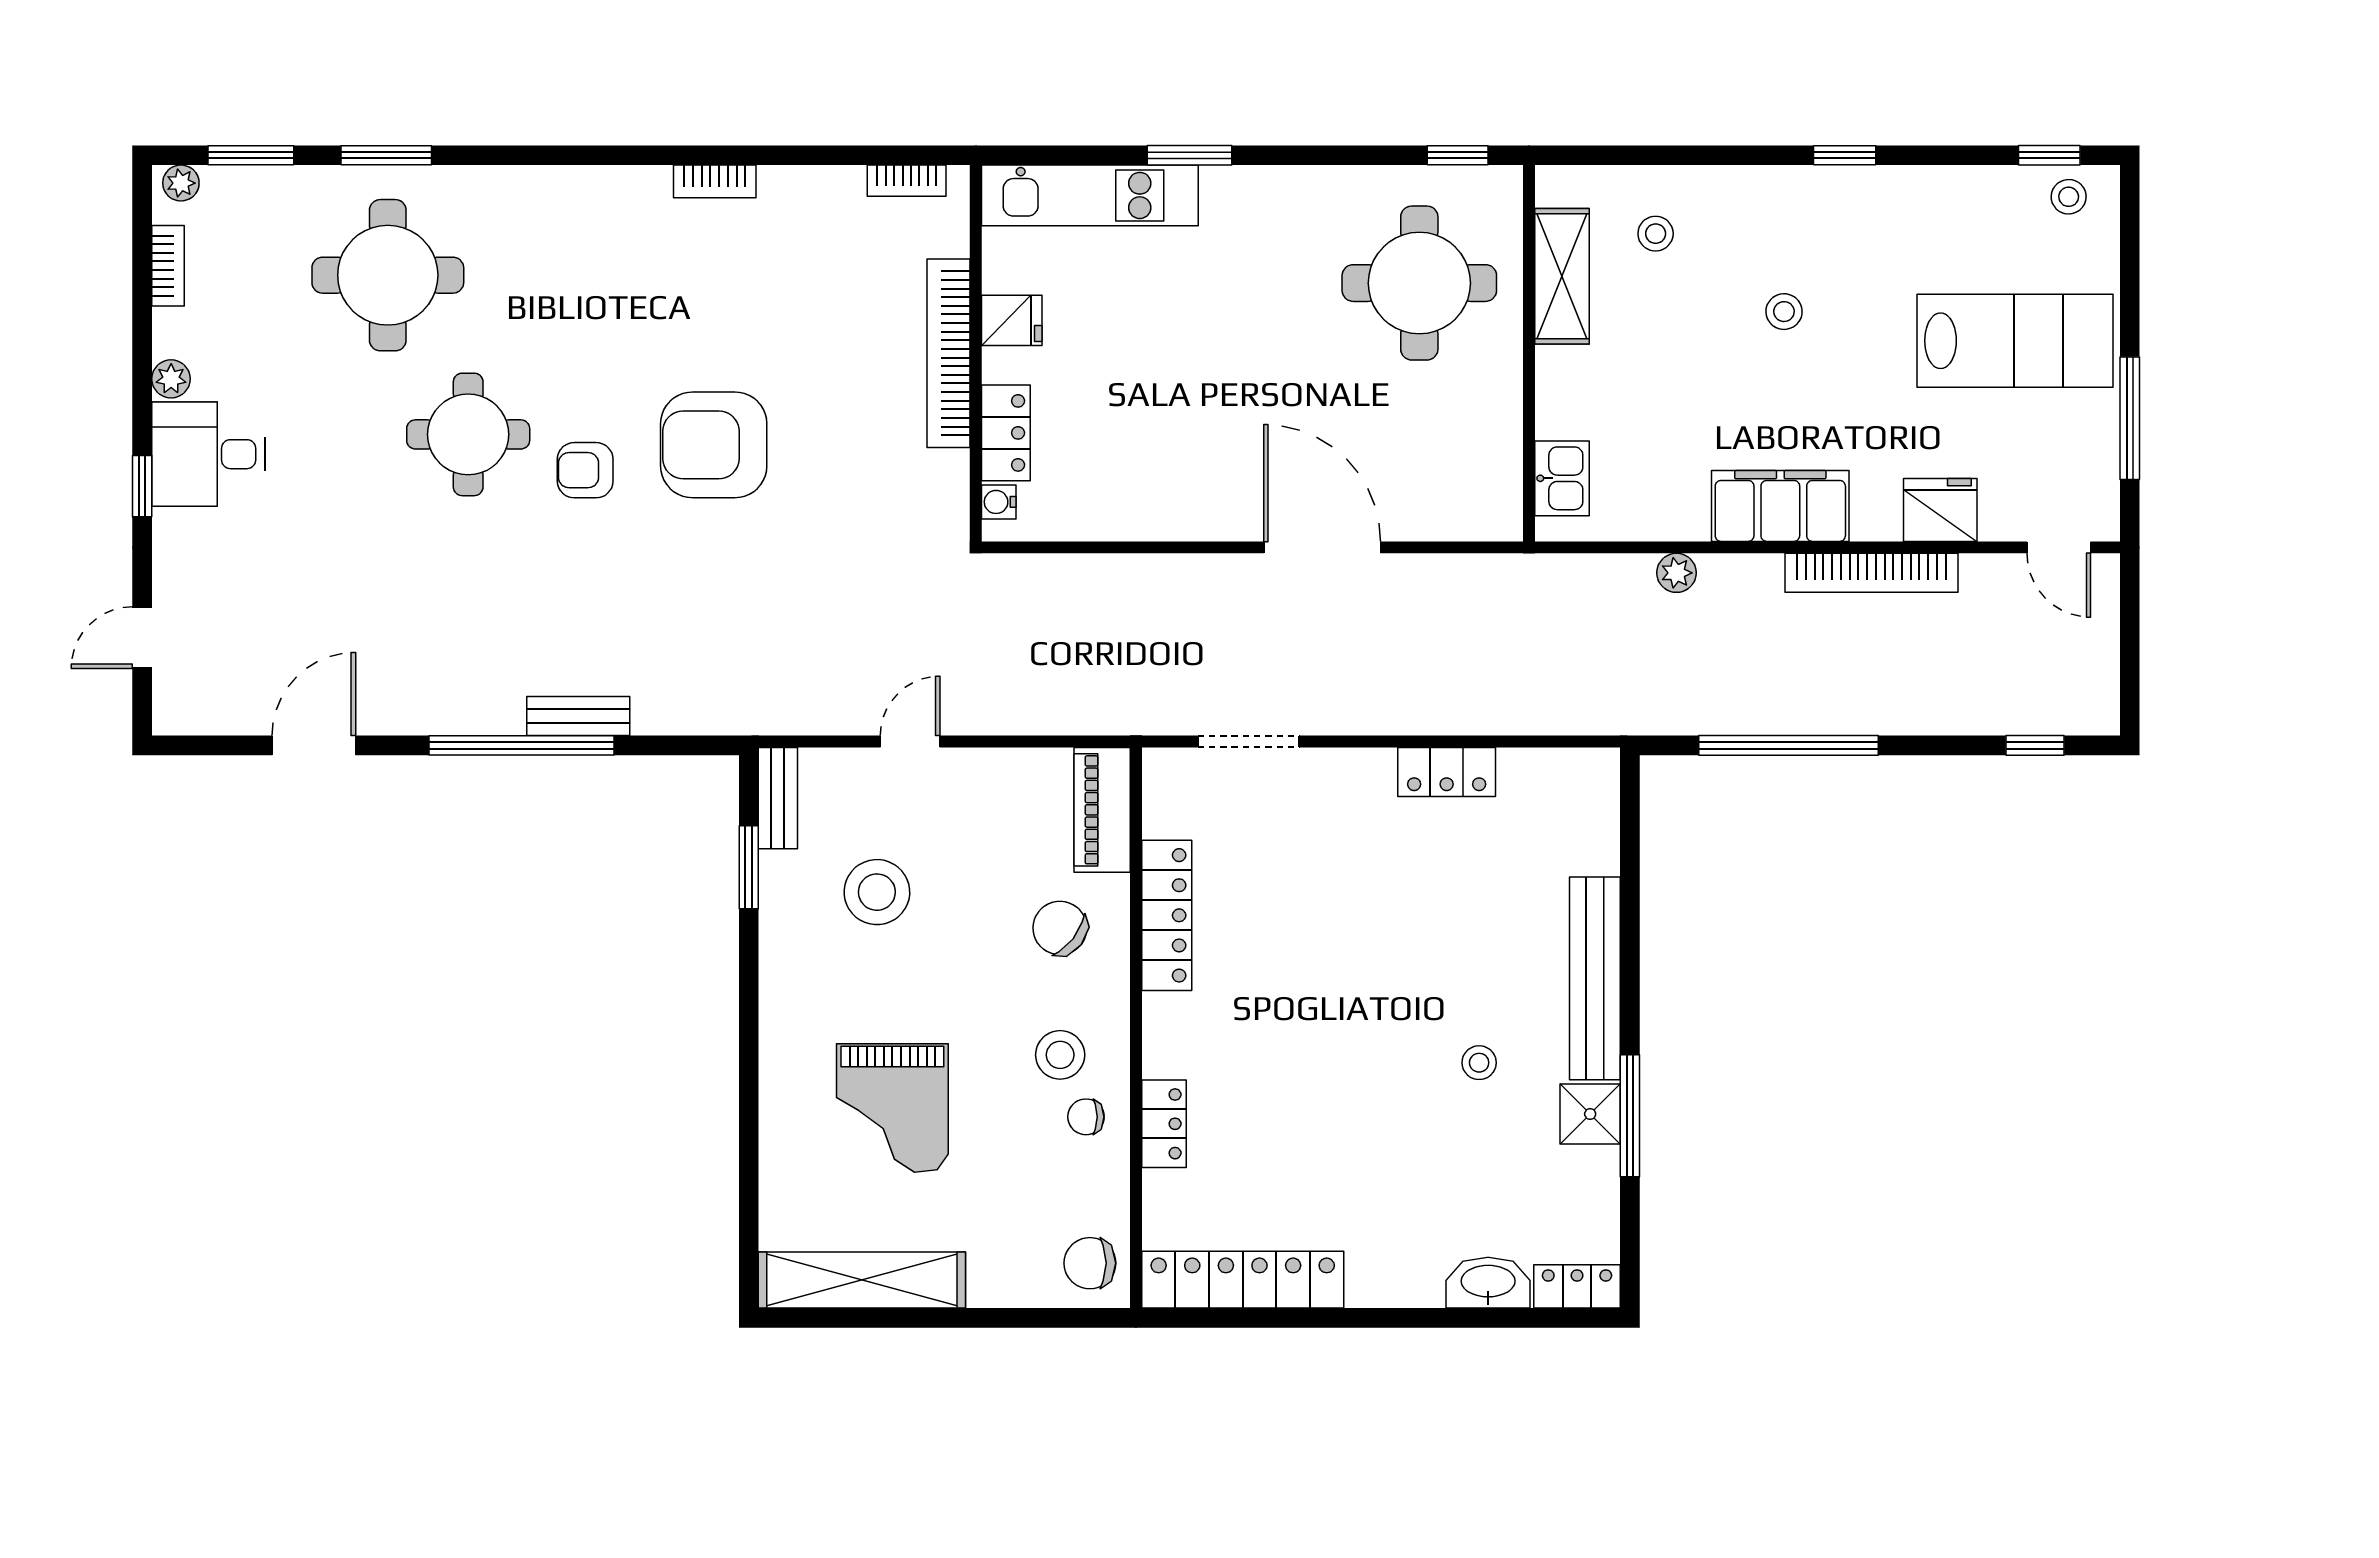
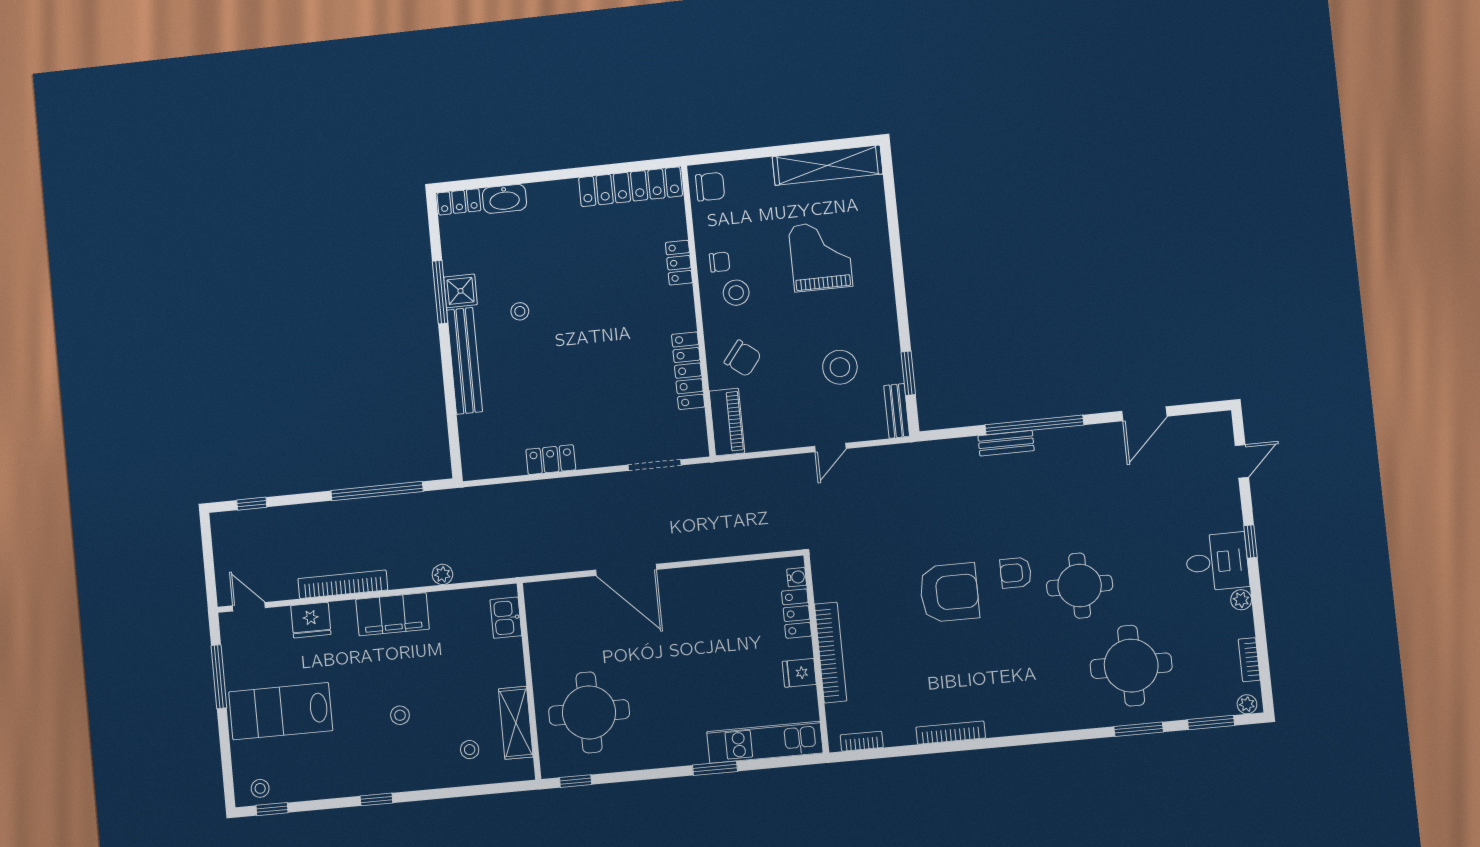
bookcase: (715, 181) -> (951, 733), width x1.56
armchair: (585, 470) -> (1016, 573), turned 180

